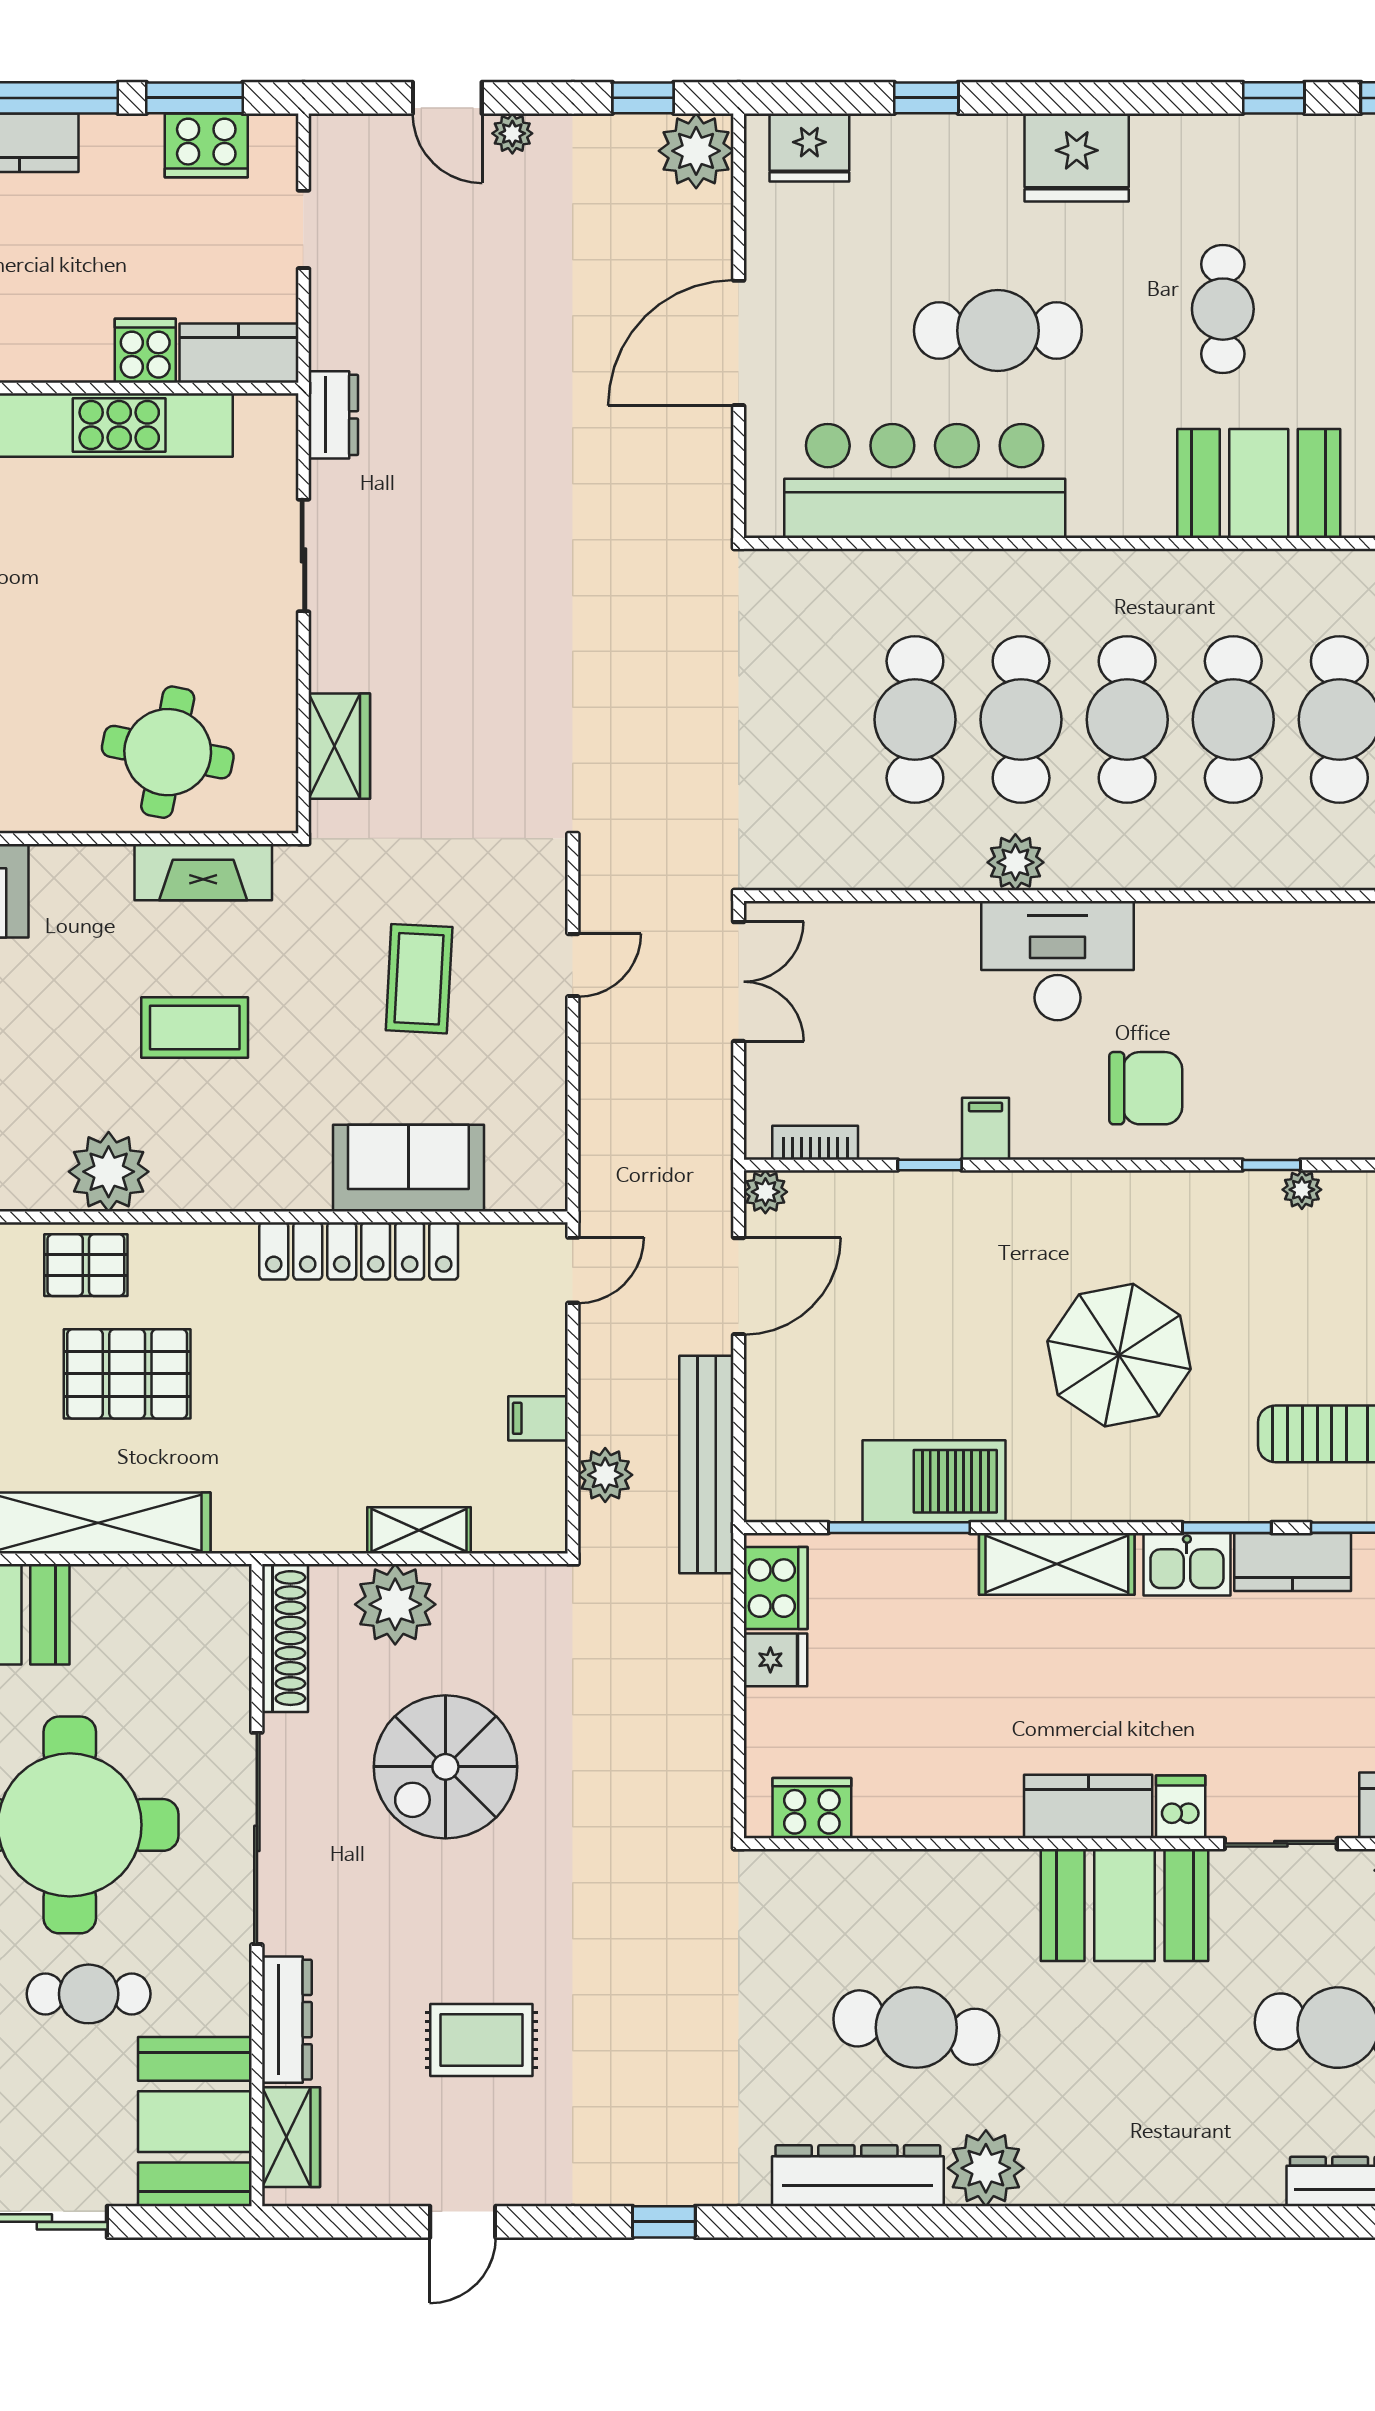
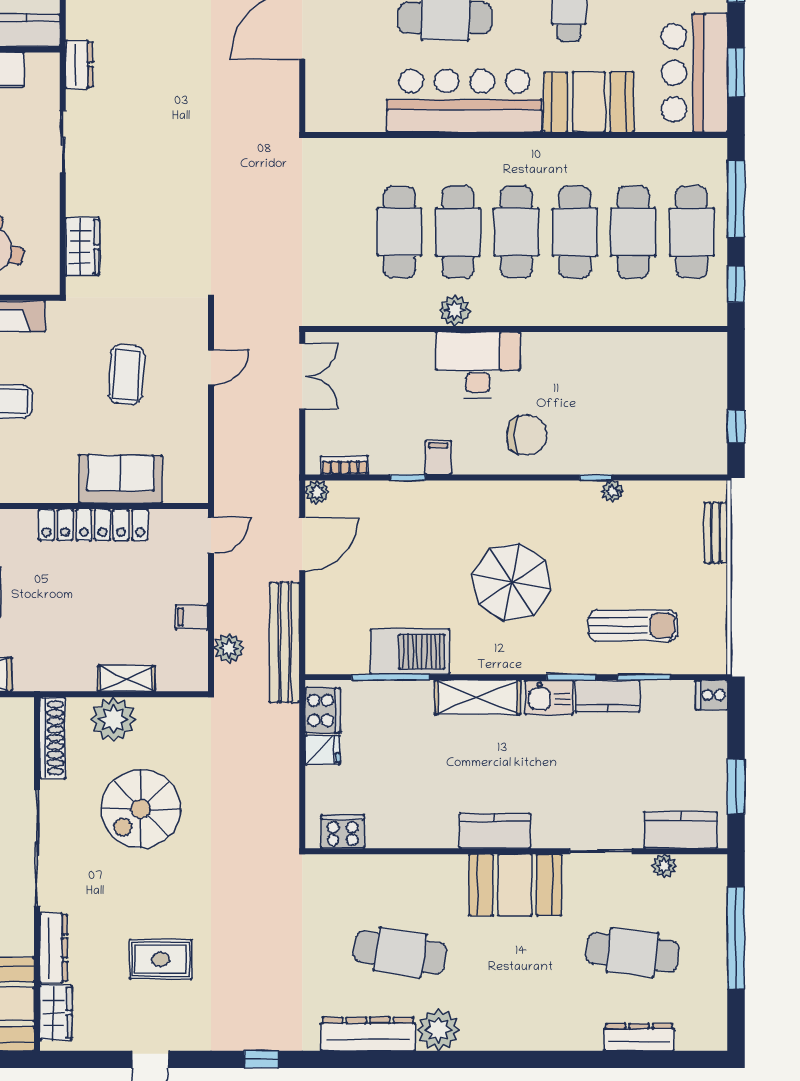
bar counter: (925, 481) -> (464, 101), moved
dishwasher: (1181, 1807) -> (546, 831), removed

